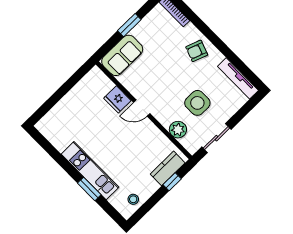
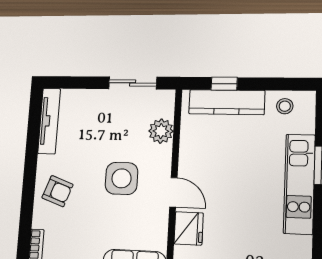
side table: (197, 103) -> (122, 178), moved
kitchen counter: (168, 168) -> (227, 102), width x1.50

